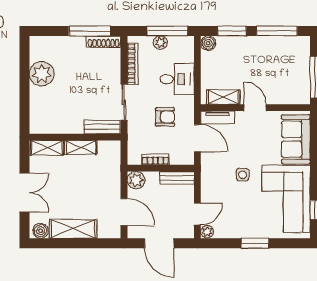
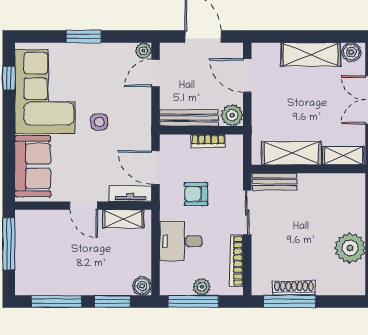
shoe rack: (104, 42) -> (294, 288), moved
shelving: (81, 147) -> (291, 153), width x1.50, depth x1.33
bench: (177, 178) -> (189, 118), width x1.36

